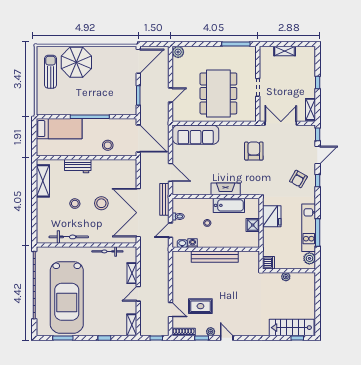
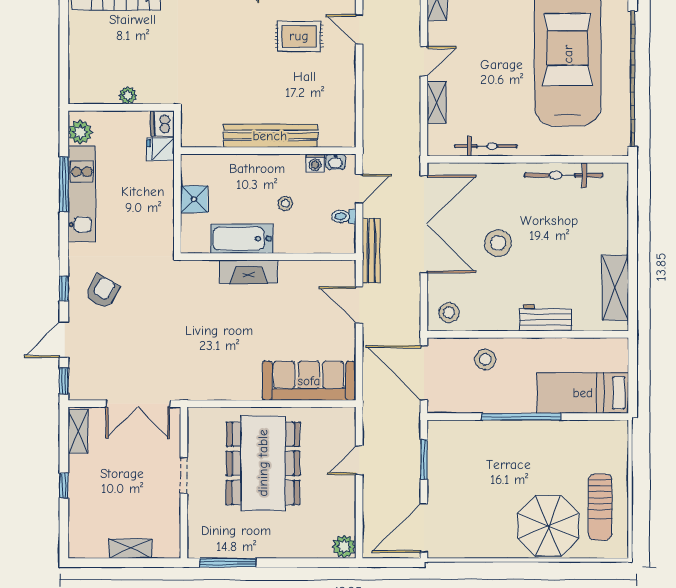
armchair: (254, 151) -> (192, 348), removed
stool: (75, 204) -> (449, 313), moved
fridge: (272, 216) -> (161, 149), moved, width x0.53, depth x0.75

